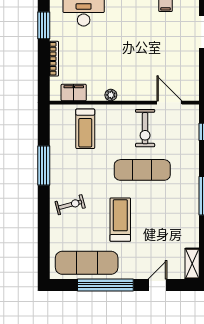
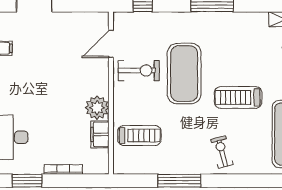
filing cabinet: (74, 93) -> (100, 134), moved
plant: (111, 95) -> (97, 108), width x1.87, depth x1.87
exercise mat: (142, 170) -> (184, 74), width x1.47

